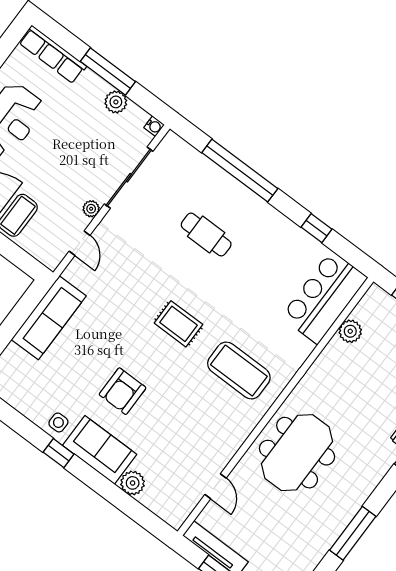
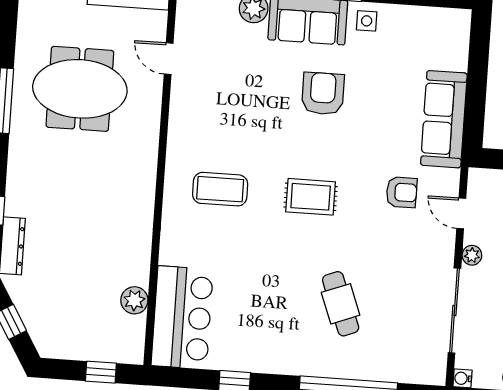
cafe table: (206, 235) -> (341, 304), turned 69
armchair: (112, 285) -> (402, 192), added
coffee table: (239, 370) -> (220, 189), width x0.73, depth x0.76
meeting table: (297, 453) -> (80, 89), moved, turned 90

